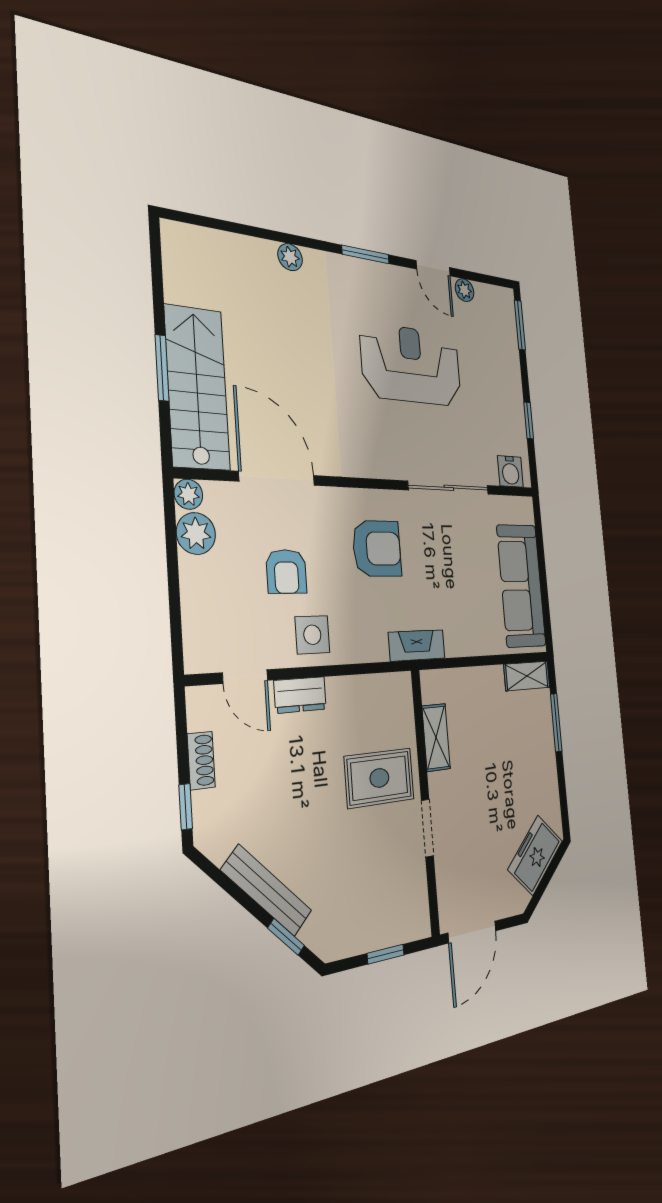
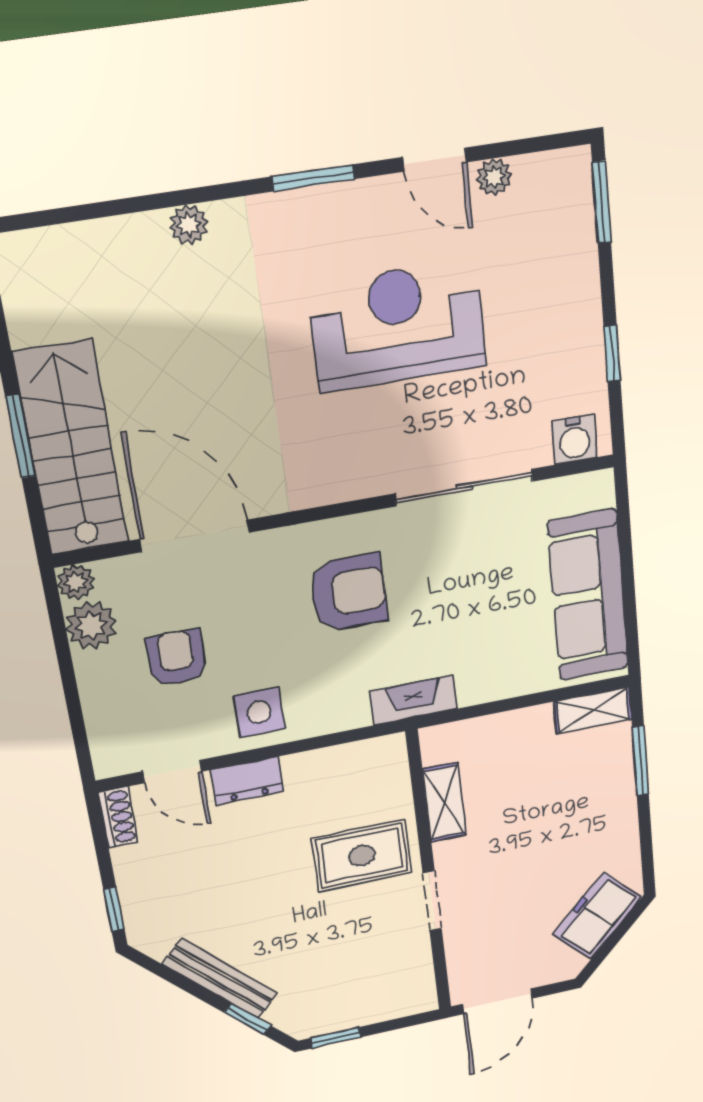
armchair: (286, 571) -> (176, 658), moved, turned 180
shoe rack: (201, 760) -> (118, 817), moved
window: (386, 954) -> (336, 1038), moved

